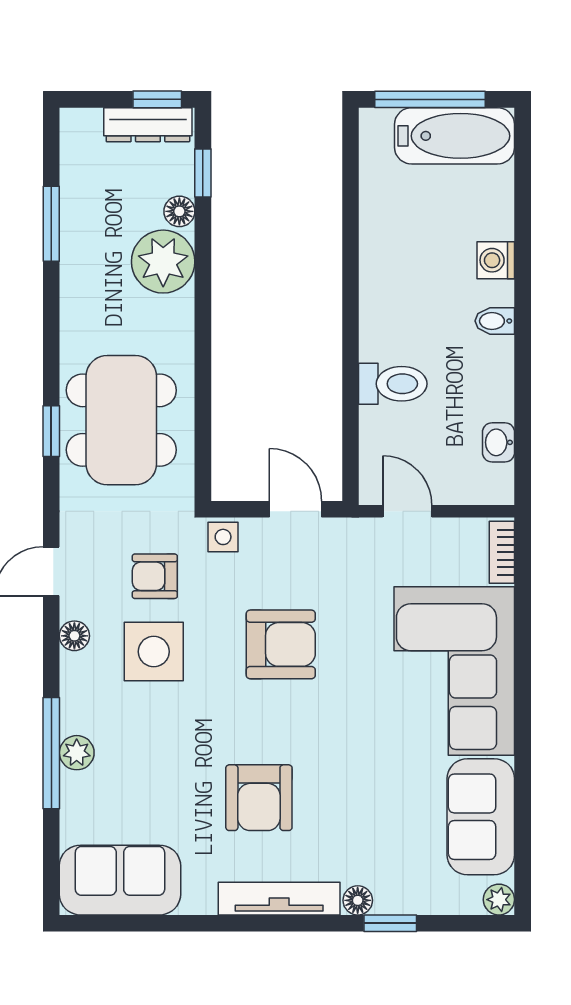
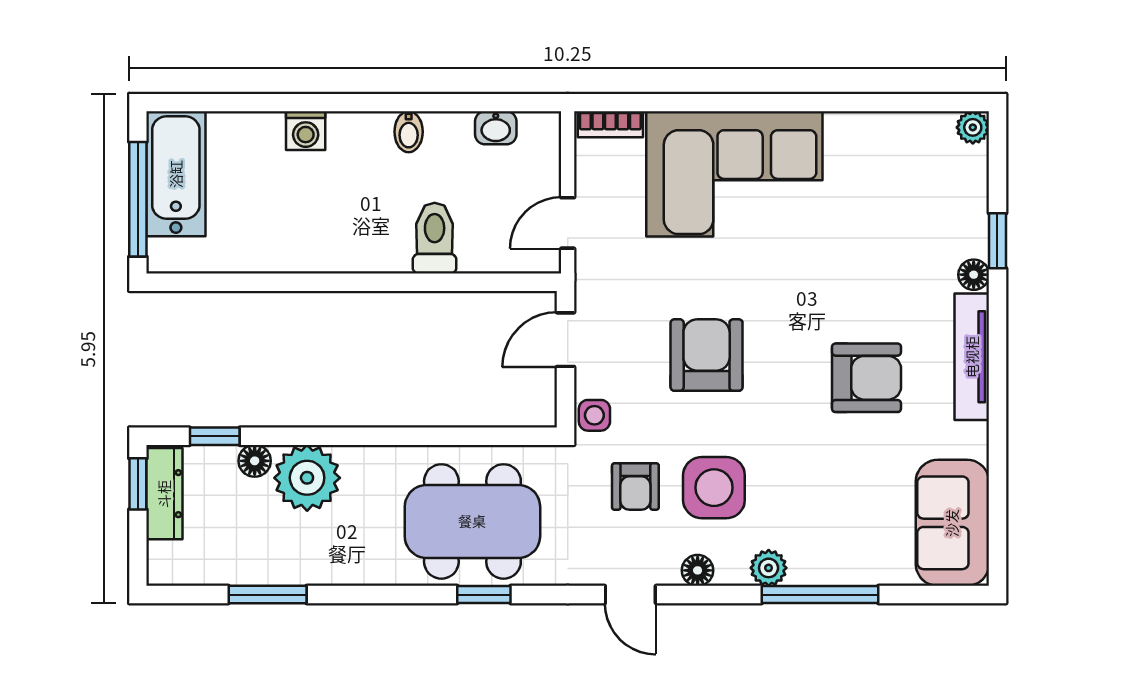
bidet: (495, 321) -> (409, 132), moved
plant: (77, 753) -> (769, 568), moved
sofa: (481, 817) -> (886, 146), removed

